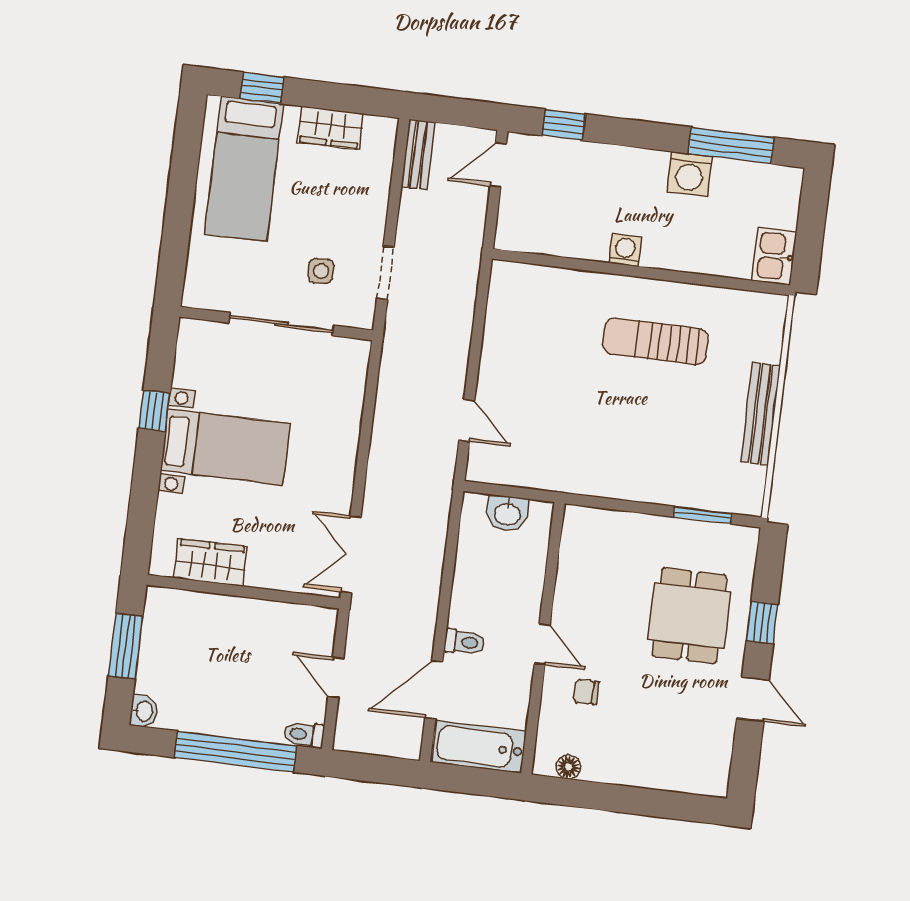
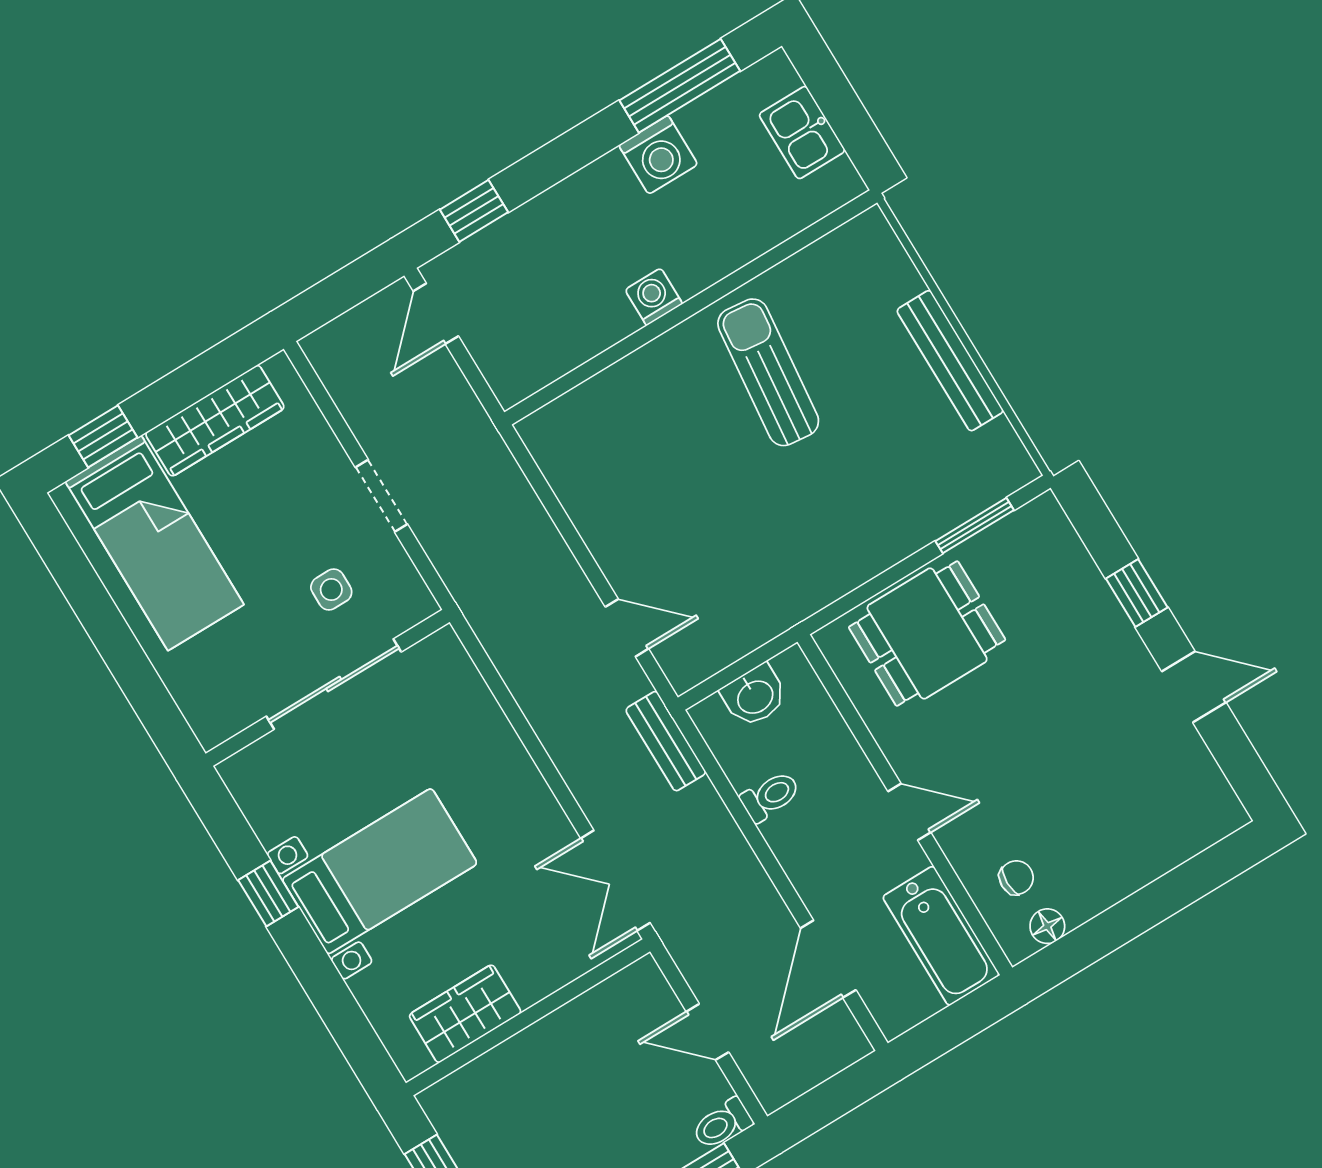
wardrobe: (330, 128) -> (215, 421), width x1.50
bench: (418, 154) -> (666, 741), moved
kitchen sink: (774, 256) -> (802, 133), moved
doorway: (385, 273) -> (381, 496), moved
sun lounger: (655, 341) -> (768, 372), turned 96
dining table: (689, 616) -> (927, 633), moved, turned 90
toilet: (464, 642) -> (770, 796), moved
chair: (586, 692) -> (1016, 878), moved, turned 180
bathtub: (479, 747) -> (941, 936), moved, turned -90

